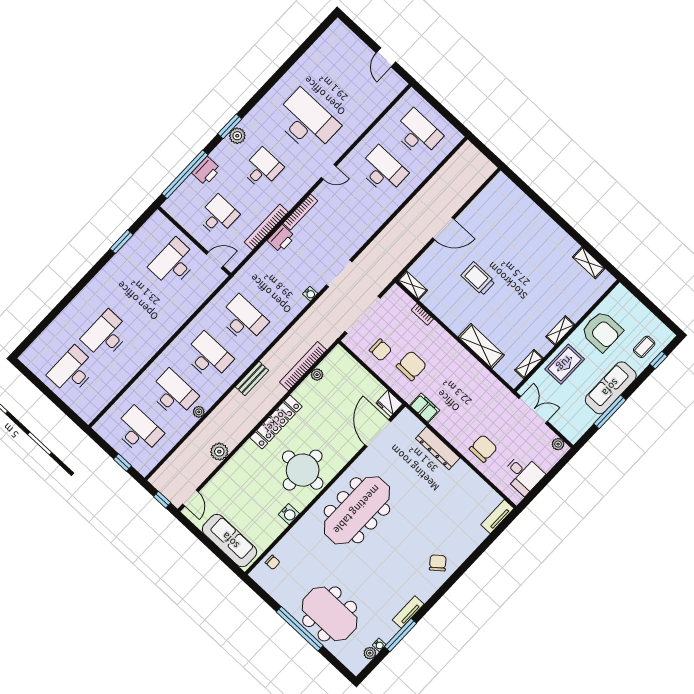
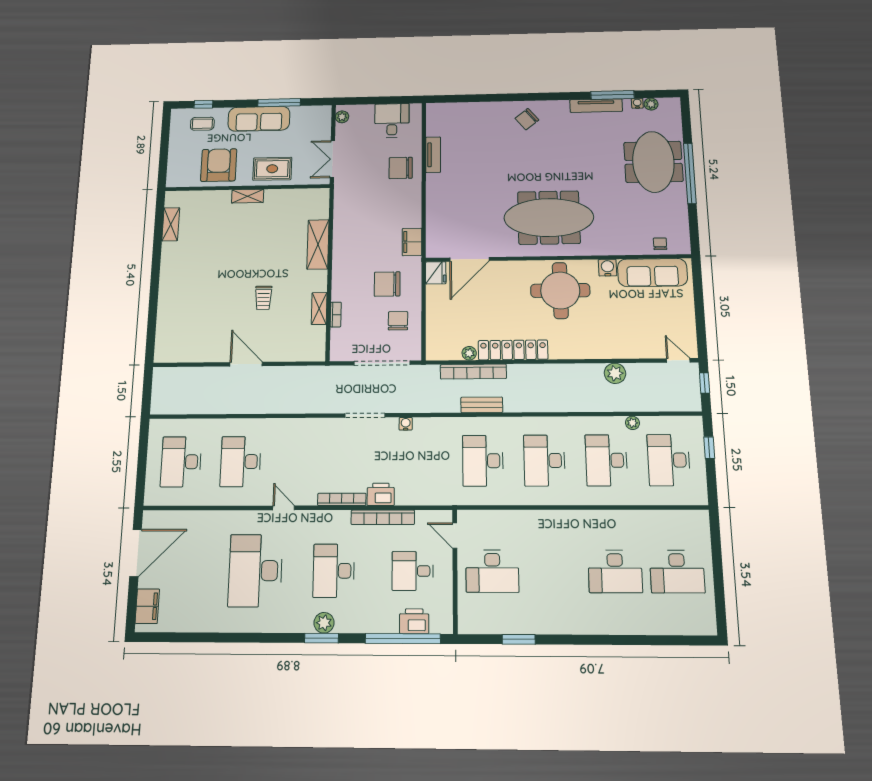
filing cabinet: (346, 38) -> (147, 606), added
door: (386, 57) -> (136, 553), width x1.88
desk: (262, 169) -> (334, 571), width x1.37
printer: (206, 171) -> (414, 621), moved
trolley: (478, 279) -> (263, 298), width x0.73, depth x0.72
shelving: (413, 285) -> (319, 309), moved
shelving: (529, 364) -> (298, 195), removed
bench: (252, 379) -> (482, 405), moved
plant: (199, 412) -> (632, 423), moved
locker: (276, 422) -> (513, 350), moved
dresser: (438, 448) -> (435, 202), removed
door: (190, 498) -> (678, 360), hinge flipped
tv unit: (497, 517) -> (433, 155), moved, turned -90
sofa: (230, 541) -> (652, 273), moved, turned -90
tv unit: (408, 612) -> (596, 106), width x1.41

